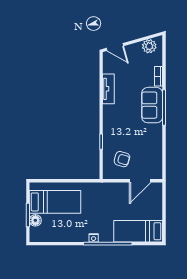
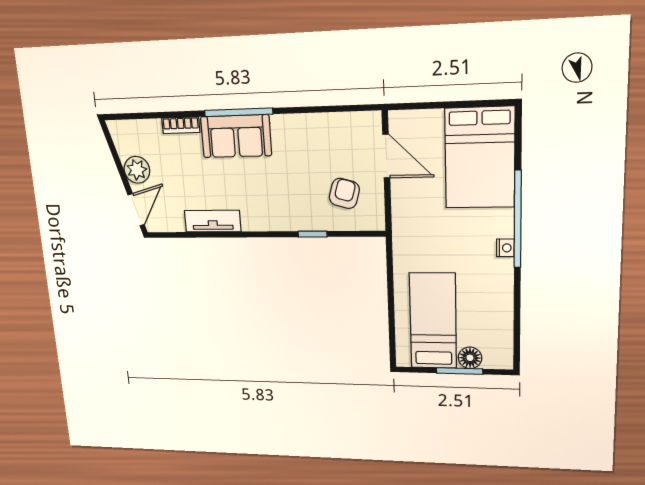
plant: (149, 46) -> (137, 170), moved
bed: (138, 231) -> (480, 158), width x1.50

